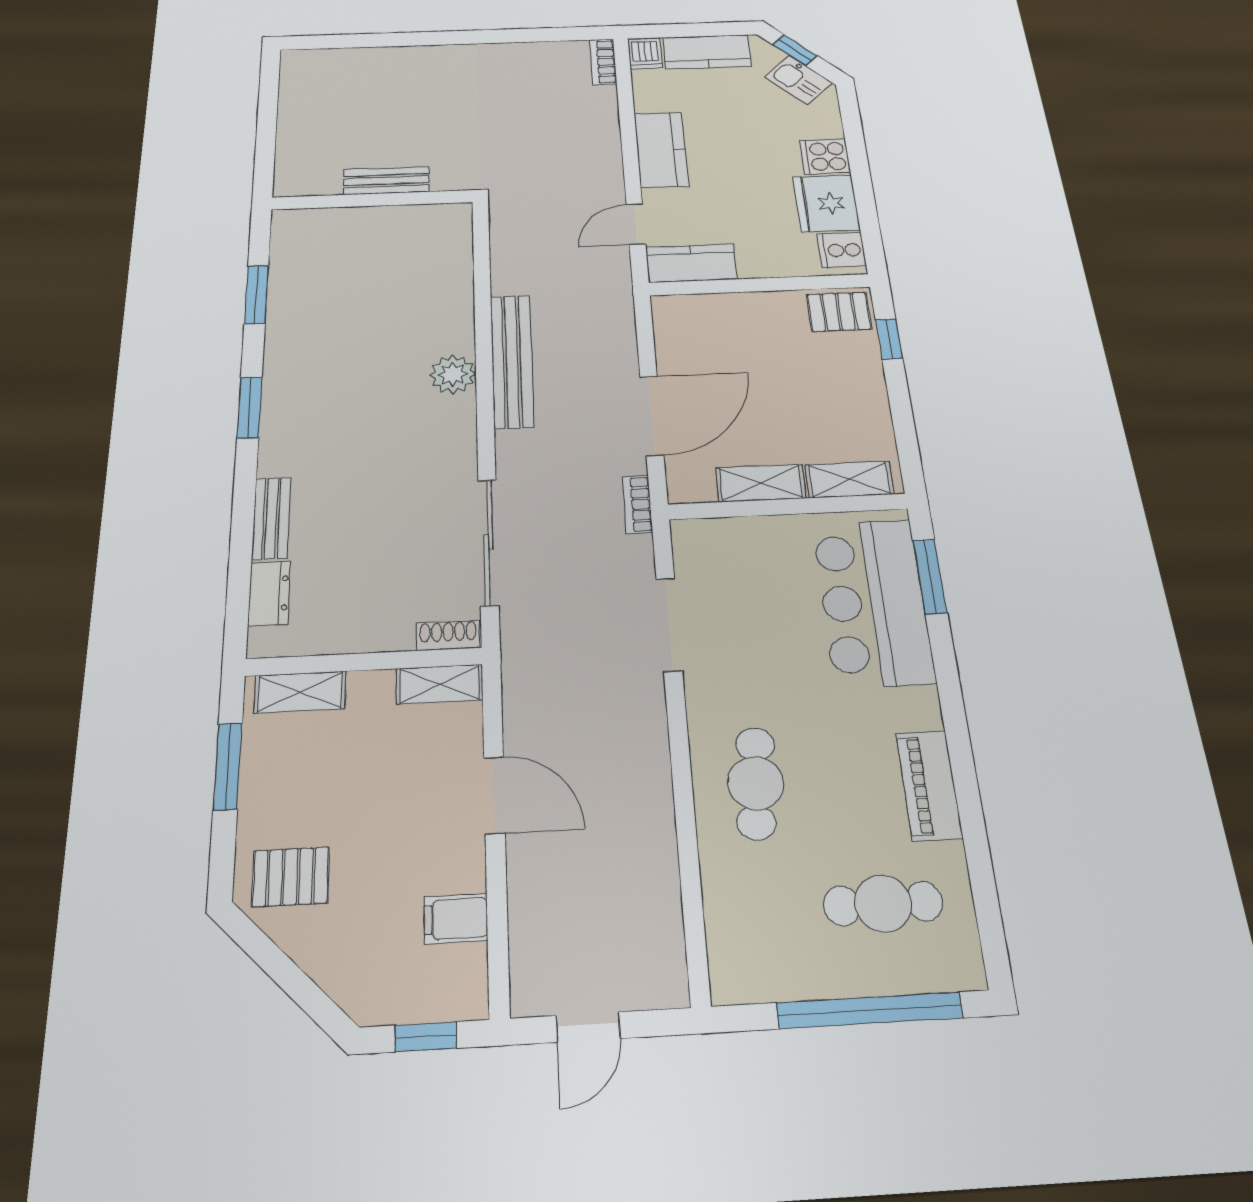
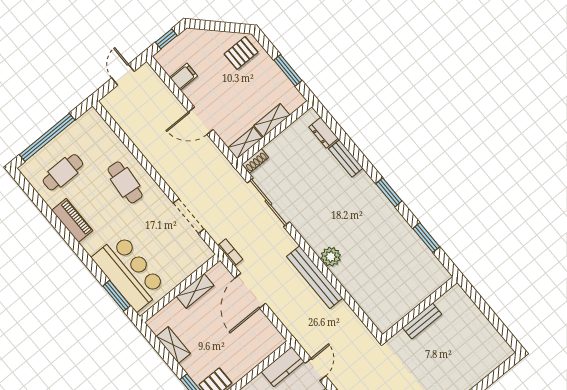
shelving: (849, 479) -> (173, 345), moved, turned 90
shelving: (300, 692) -> (272, 120), moved

